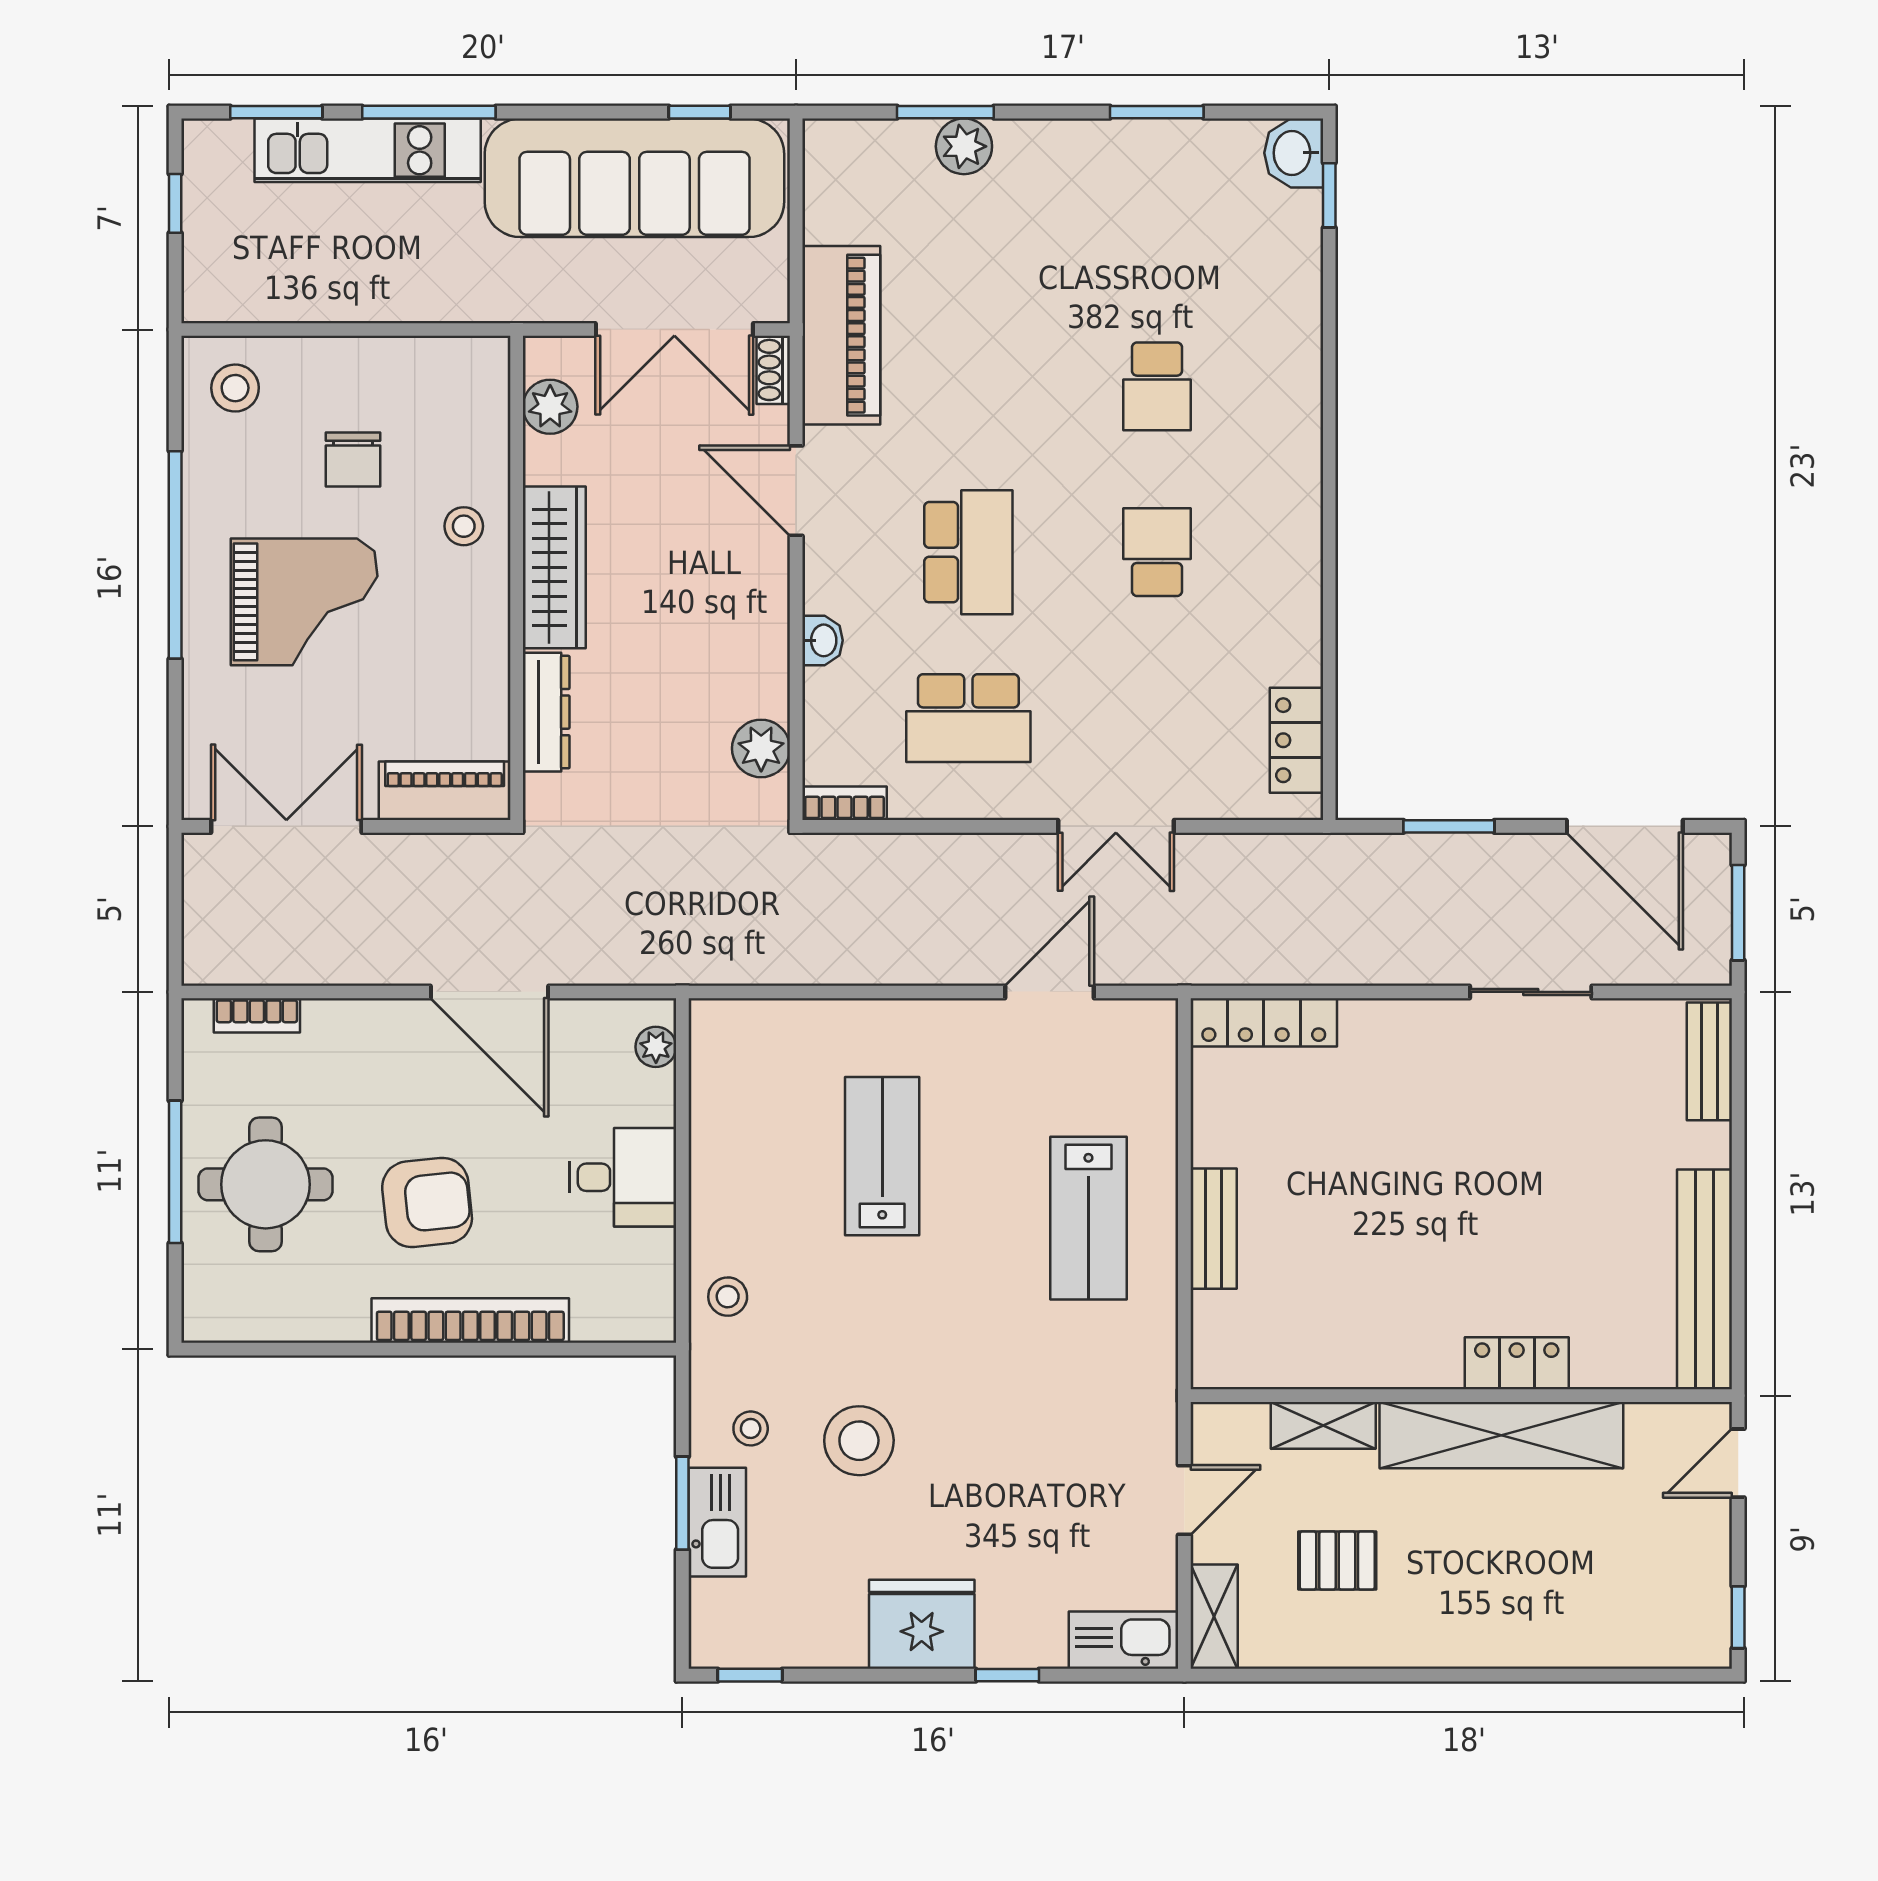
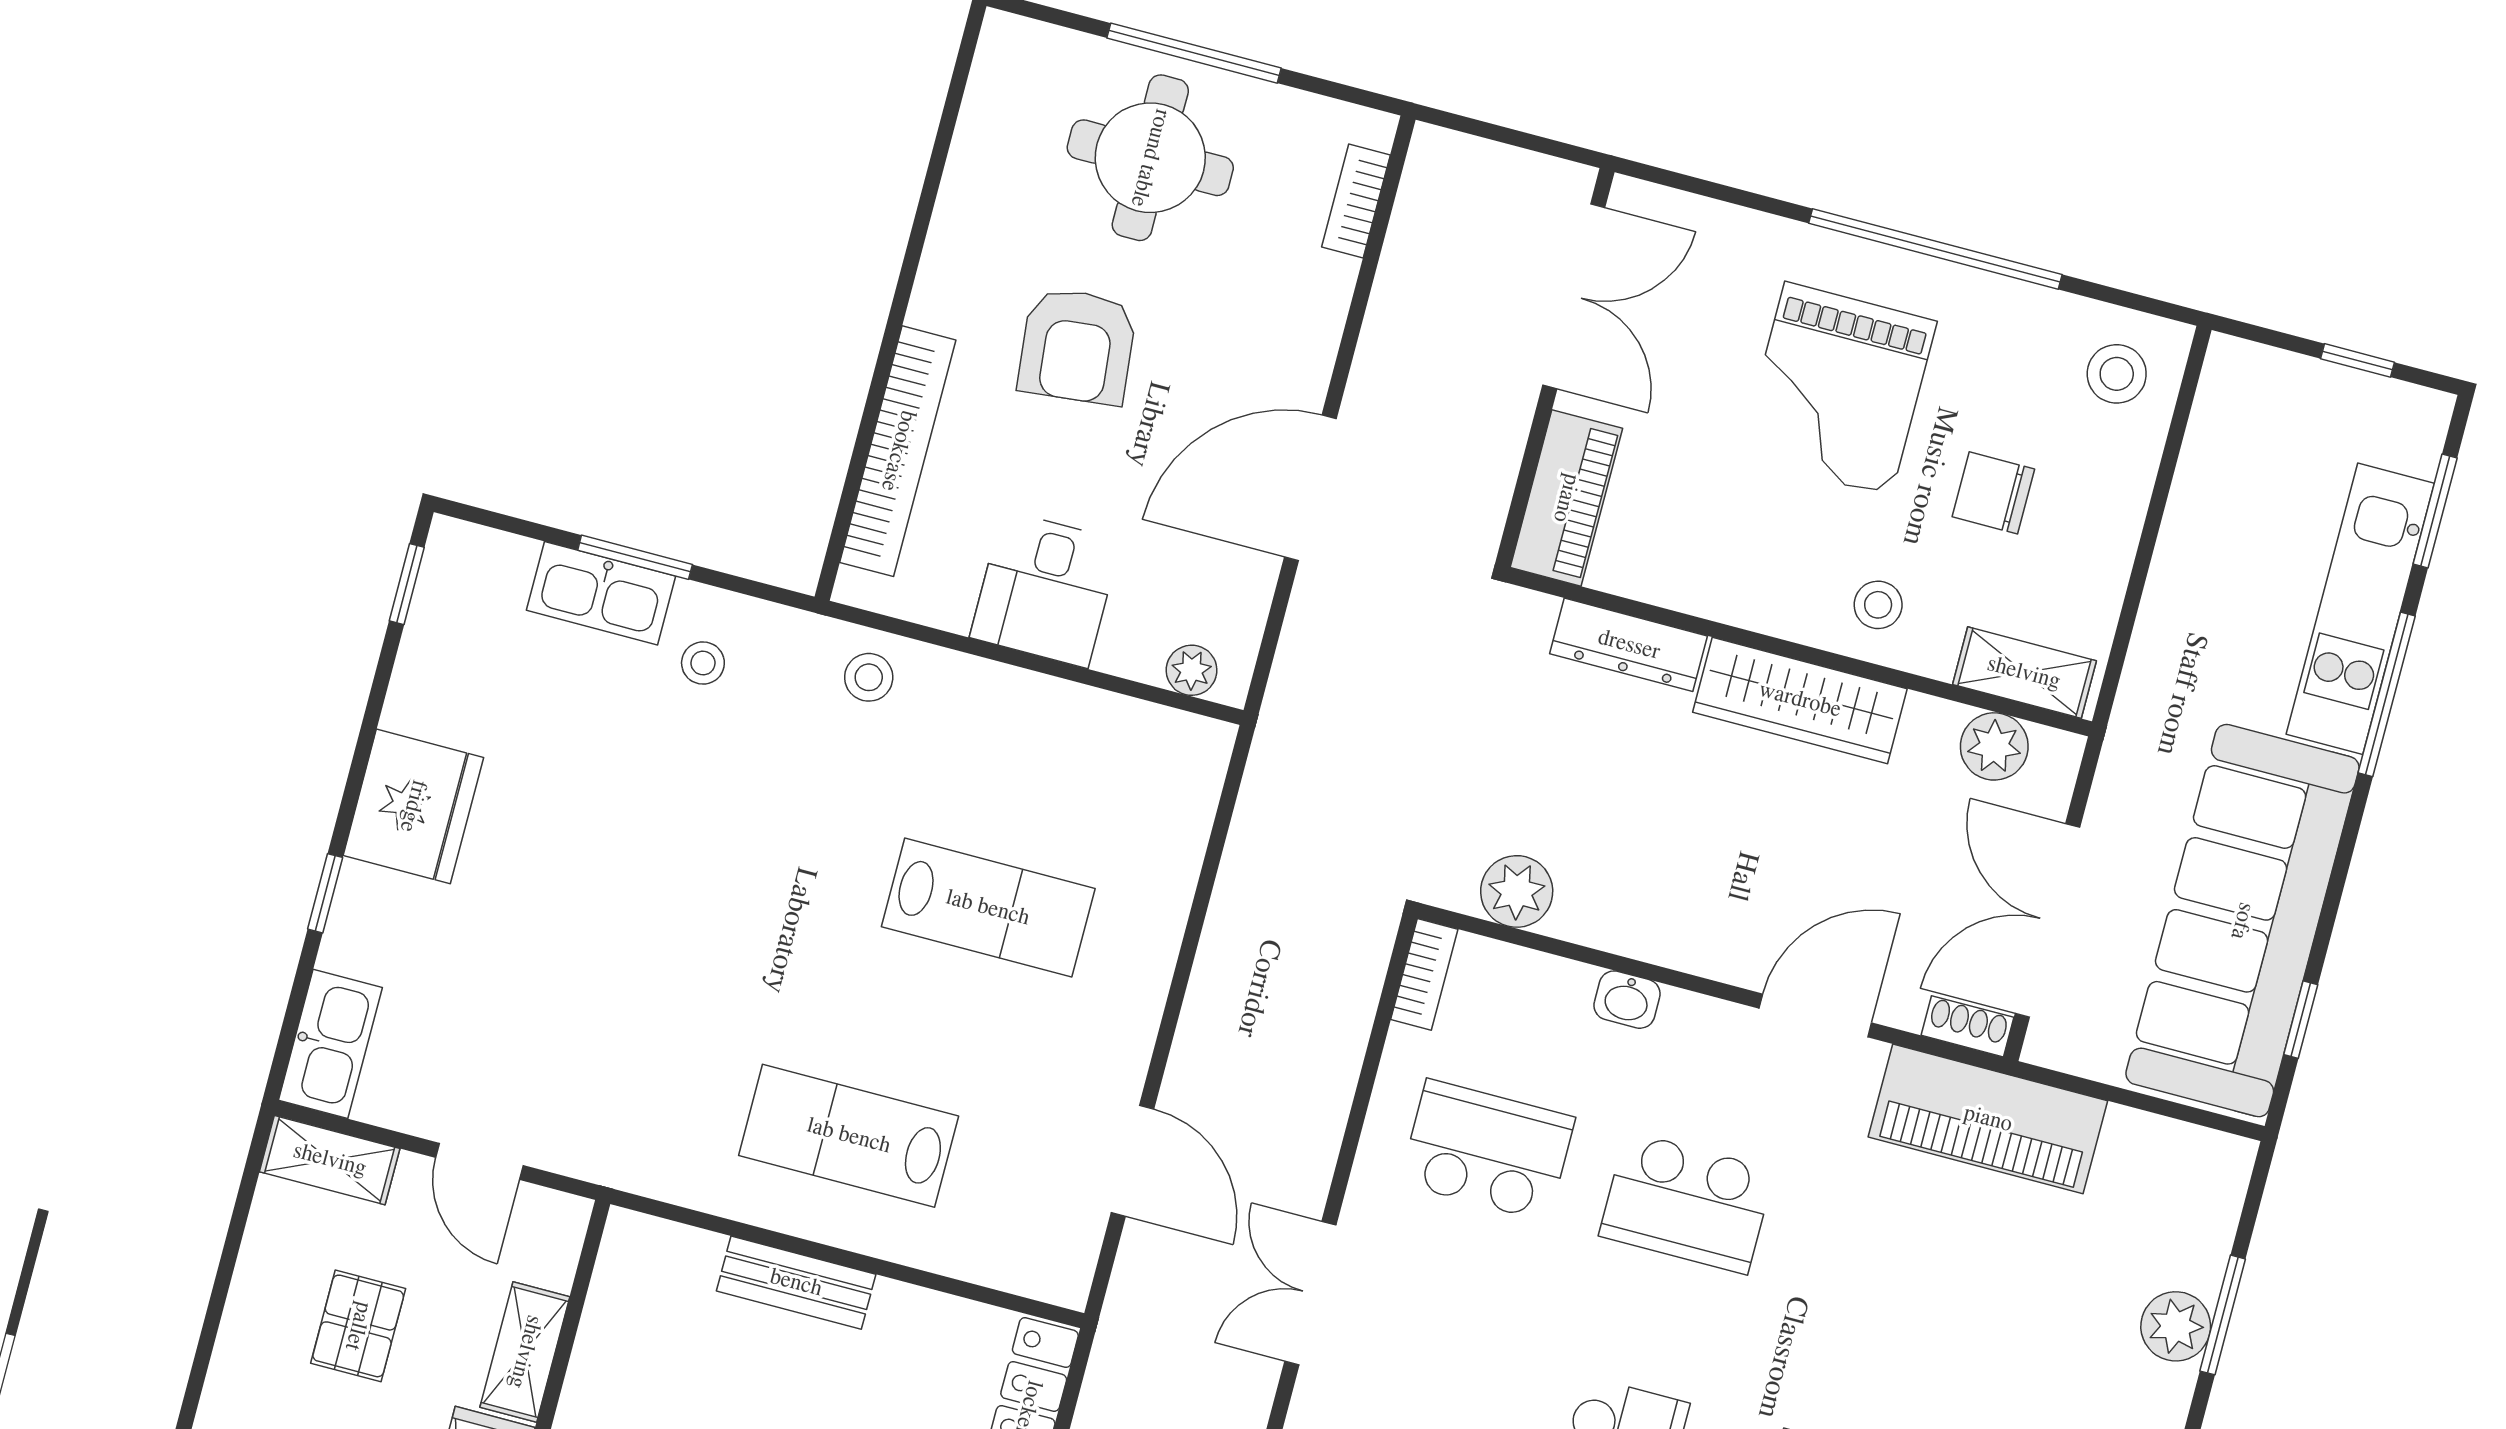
shelving: (486, 398) -> (2024, 673), added
school desk: (968, 718) -> (1487, 1150), turned 90
bookcase: (470, 1320) -> (898, 451), moved
stool: (859, 1441) -> (654, 789), removed

